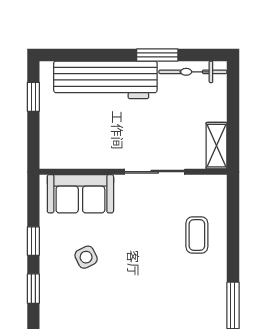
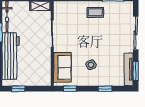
coffee table: (197, 235) -> (95, 12), moved
window: (33, 241) -> (70, 89), moved

